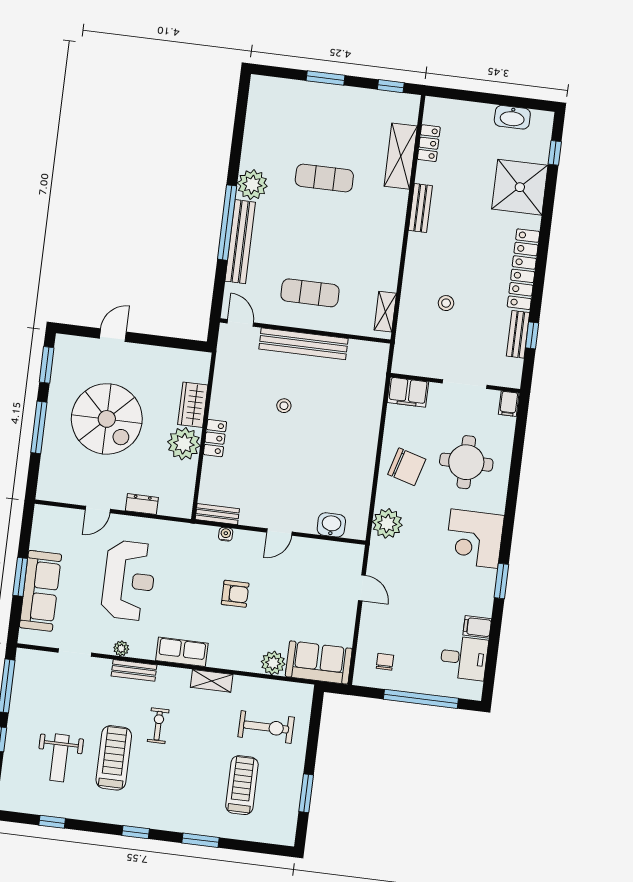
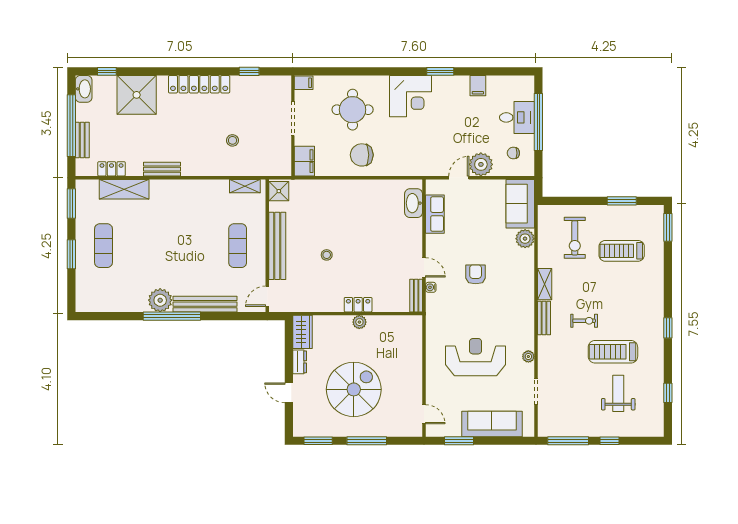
window: (391, 86) -> (71, 203), width x1.50
window: (491, 99) -> (71, 126), added
washbasin: (512, 117) -> (84, 89), moved
exercise mat: (324, 178) -> (103, 246), moved
window: (227, 223) -> (172, 316), moved
bench: (518, 334) -> (82, 140), moved, turned 90
shower: (373, 354) -> (279, 191), added
wardrobe: (193, 405) -> (303, 332), moved, turned -90
plant: (184, 444) -> (359, 322), width x0.53, depth x0.53
chair: (407, 467) -> (362, 155), turned -106
dresser: (142, 504) -> (300, 362), moved, turned 180
door: (98, 509) -> (424, 414), moved
plant: (387, 523) -> (481, 164), moved
washbasin: (331, 525) -> (414, 203), width x1.38
door: (279, 532) -> (424, 267), moved
window: (20, 577) -> (459, 441), moved
row of seats: (182, 652) -> (435, 214), moved, turned 180
desk: (464, 658) -> (517, 117), moved, turned 90
bench: (134, 670) -> (544, 318), moved
exercise bike: (158, 726) -> (584, 321), turned 180
exercise bike: (266, 727) -> (575, 238), turned 180
weight bench: (60, 758) -> (618, 393), turned -90
window: (200, 840) -> (668, 227), moved

